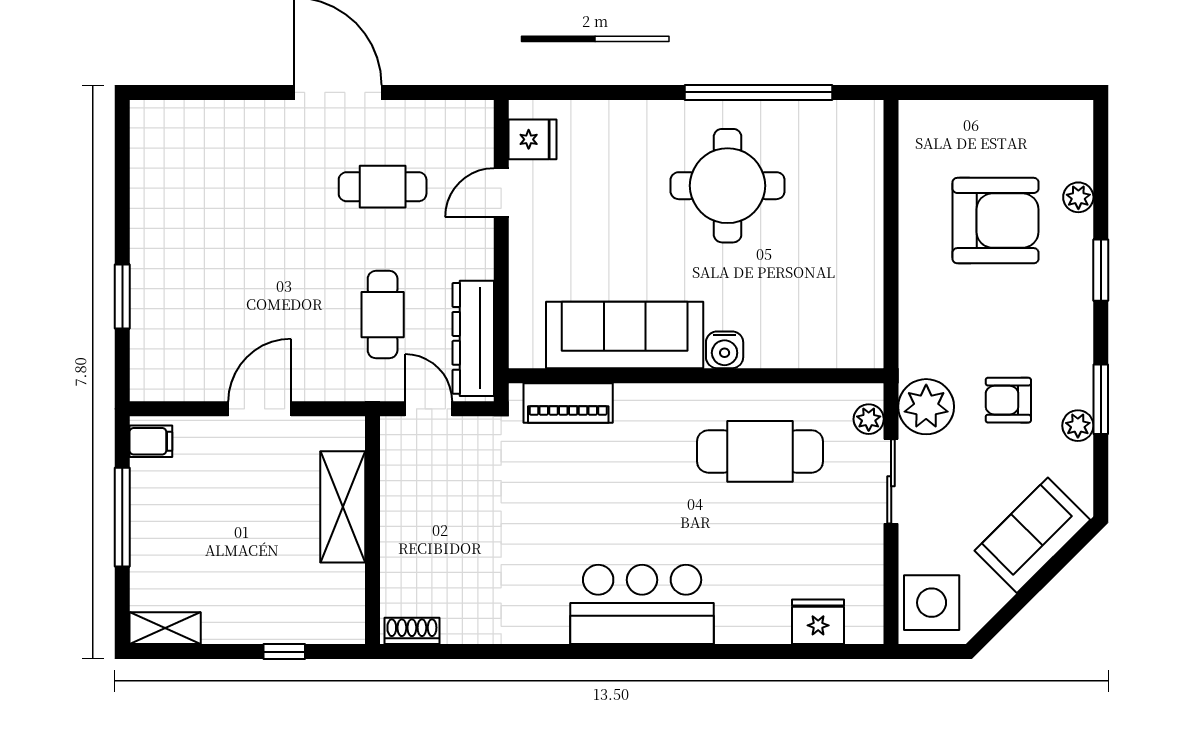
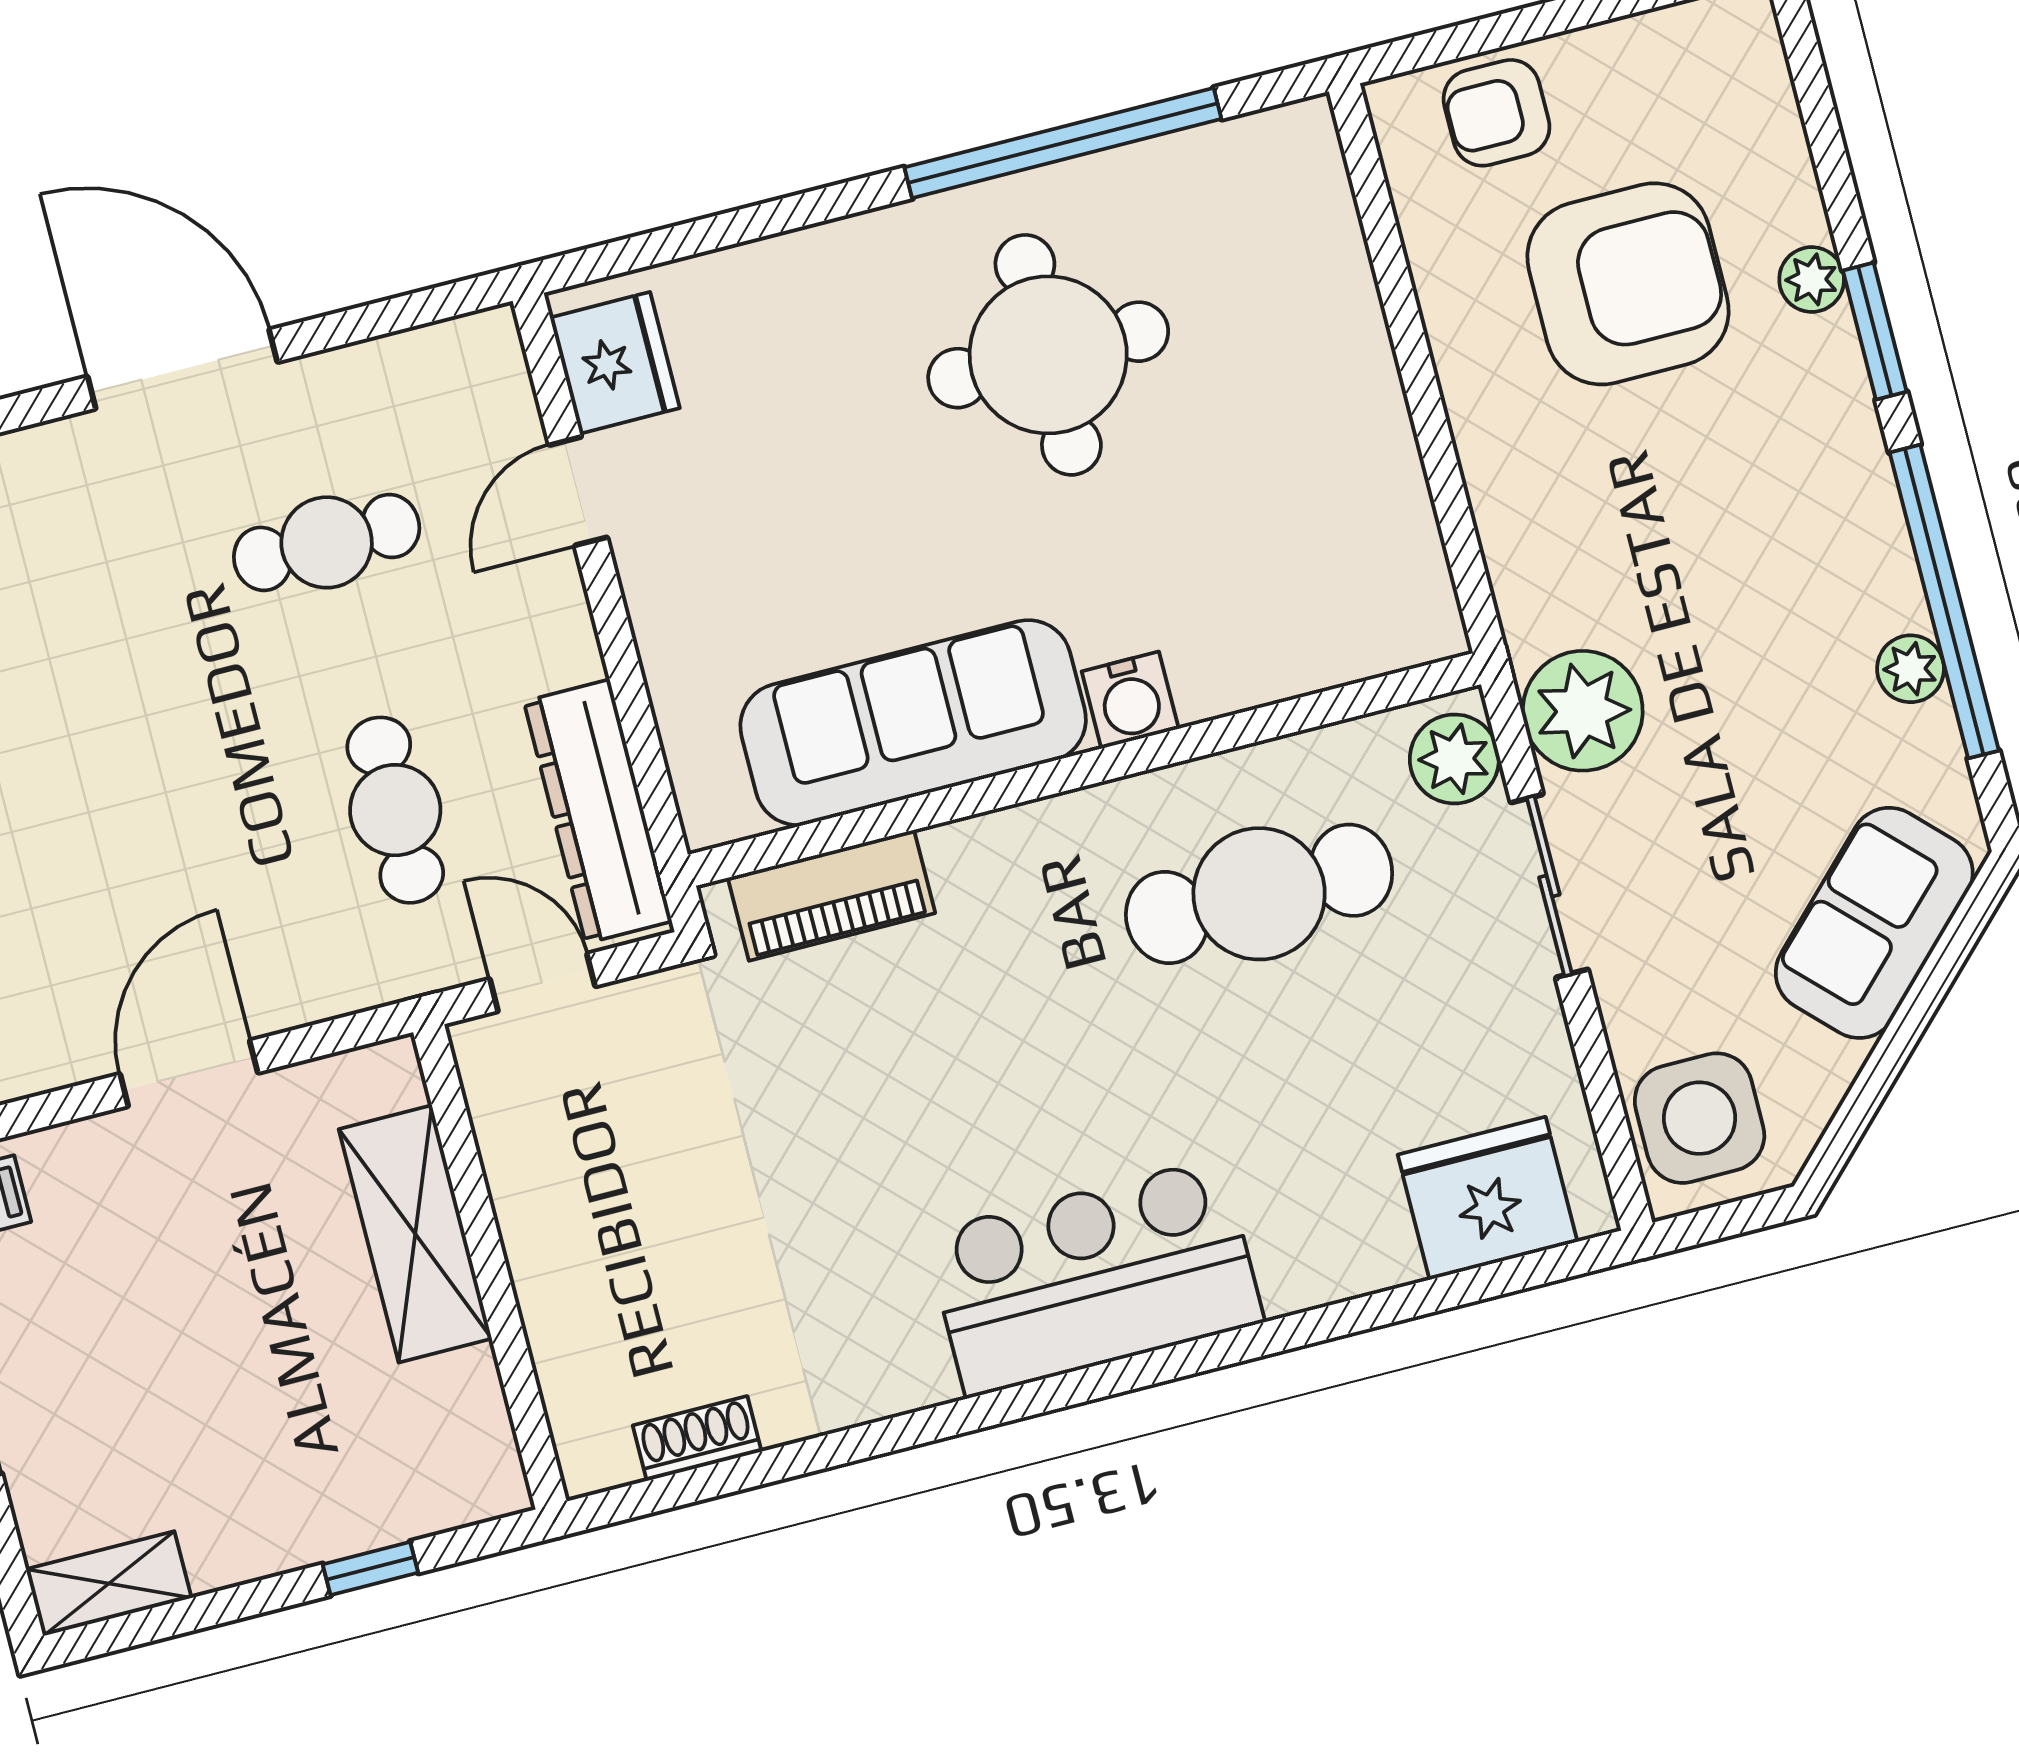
fridge: (532, 139) -> (615, 363), width x1.38
plant: (1078, 197) -> (1812, 280), moved
window: (1101, 399) -> (1944, 602), width x2.11
armchair: (1008, 400) -> (1497, 113), moved
plant: (869, 419) -> (1454, 759), width x1.38, depth x1.38
fridge: (818, 622) -> (1488, 1198), width x1.36, depth x1.34
shoe rack: (412, 631) -> (697, 1438), moved

